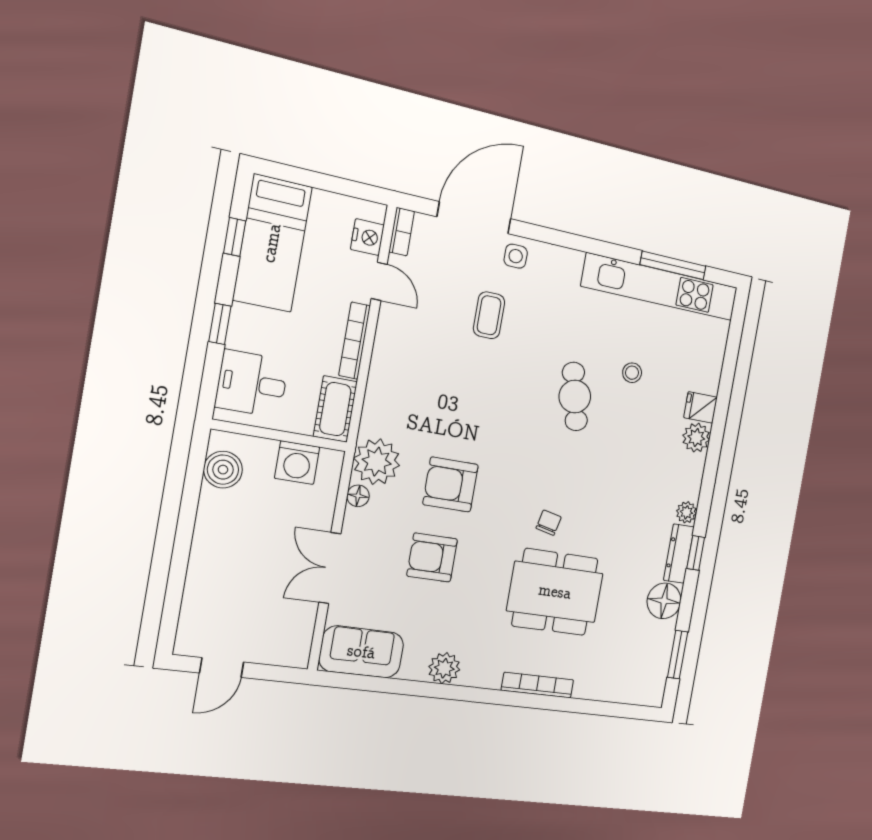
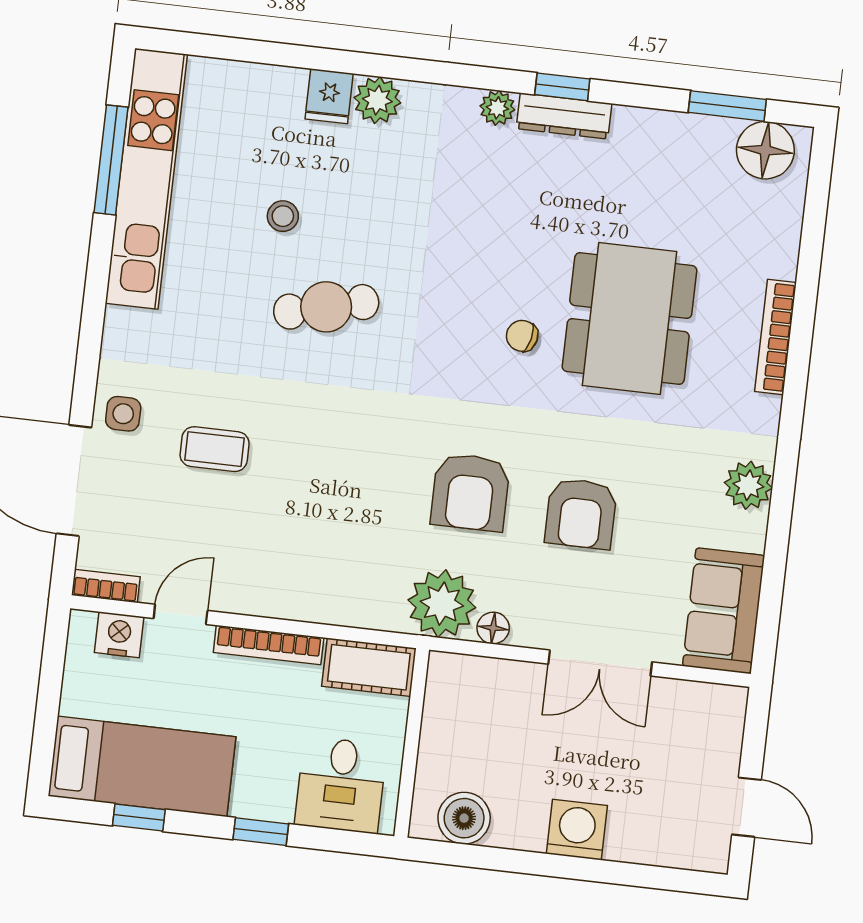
washing machine: (297, 463) -> (577, 830), moved, turned -90
floor lamp: (664, 601) -> (765, 150), moved

